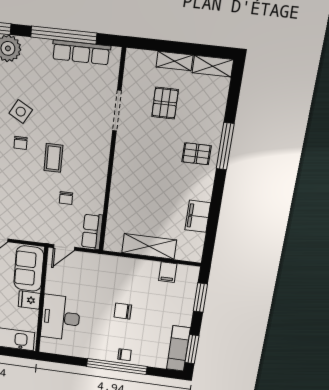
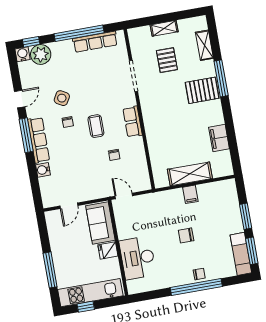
shelving: (213, 66) -> (204, 45), moved, turned 90
pallet: (197, 154) -> (202, 90), width x1.50, depth x1.42
row of seats: (92, 231) -> (133, 122), moved
door: (64, 247) -> (124, 196), swing flipped
filing cabinet: (168, 272) -> (190, 194), moved
window: (200, 298) -> (246, 216), moved

